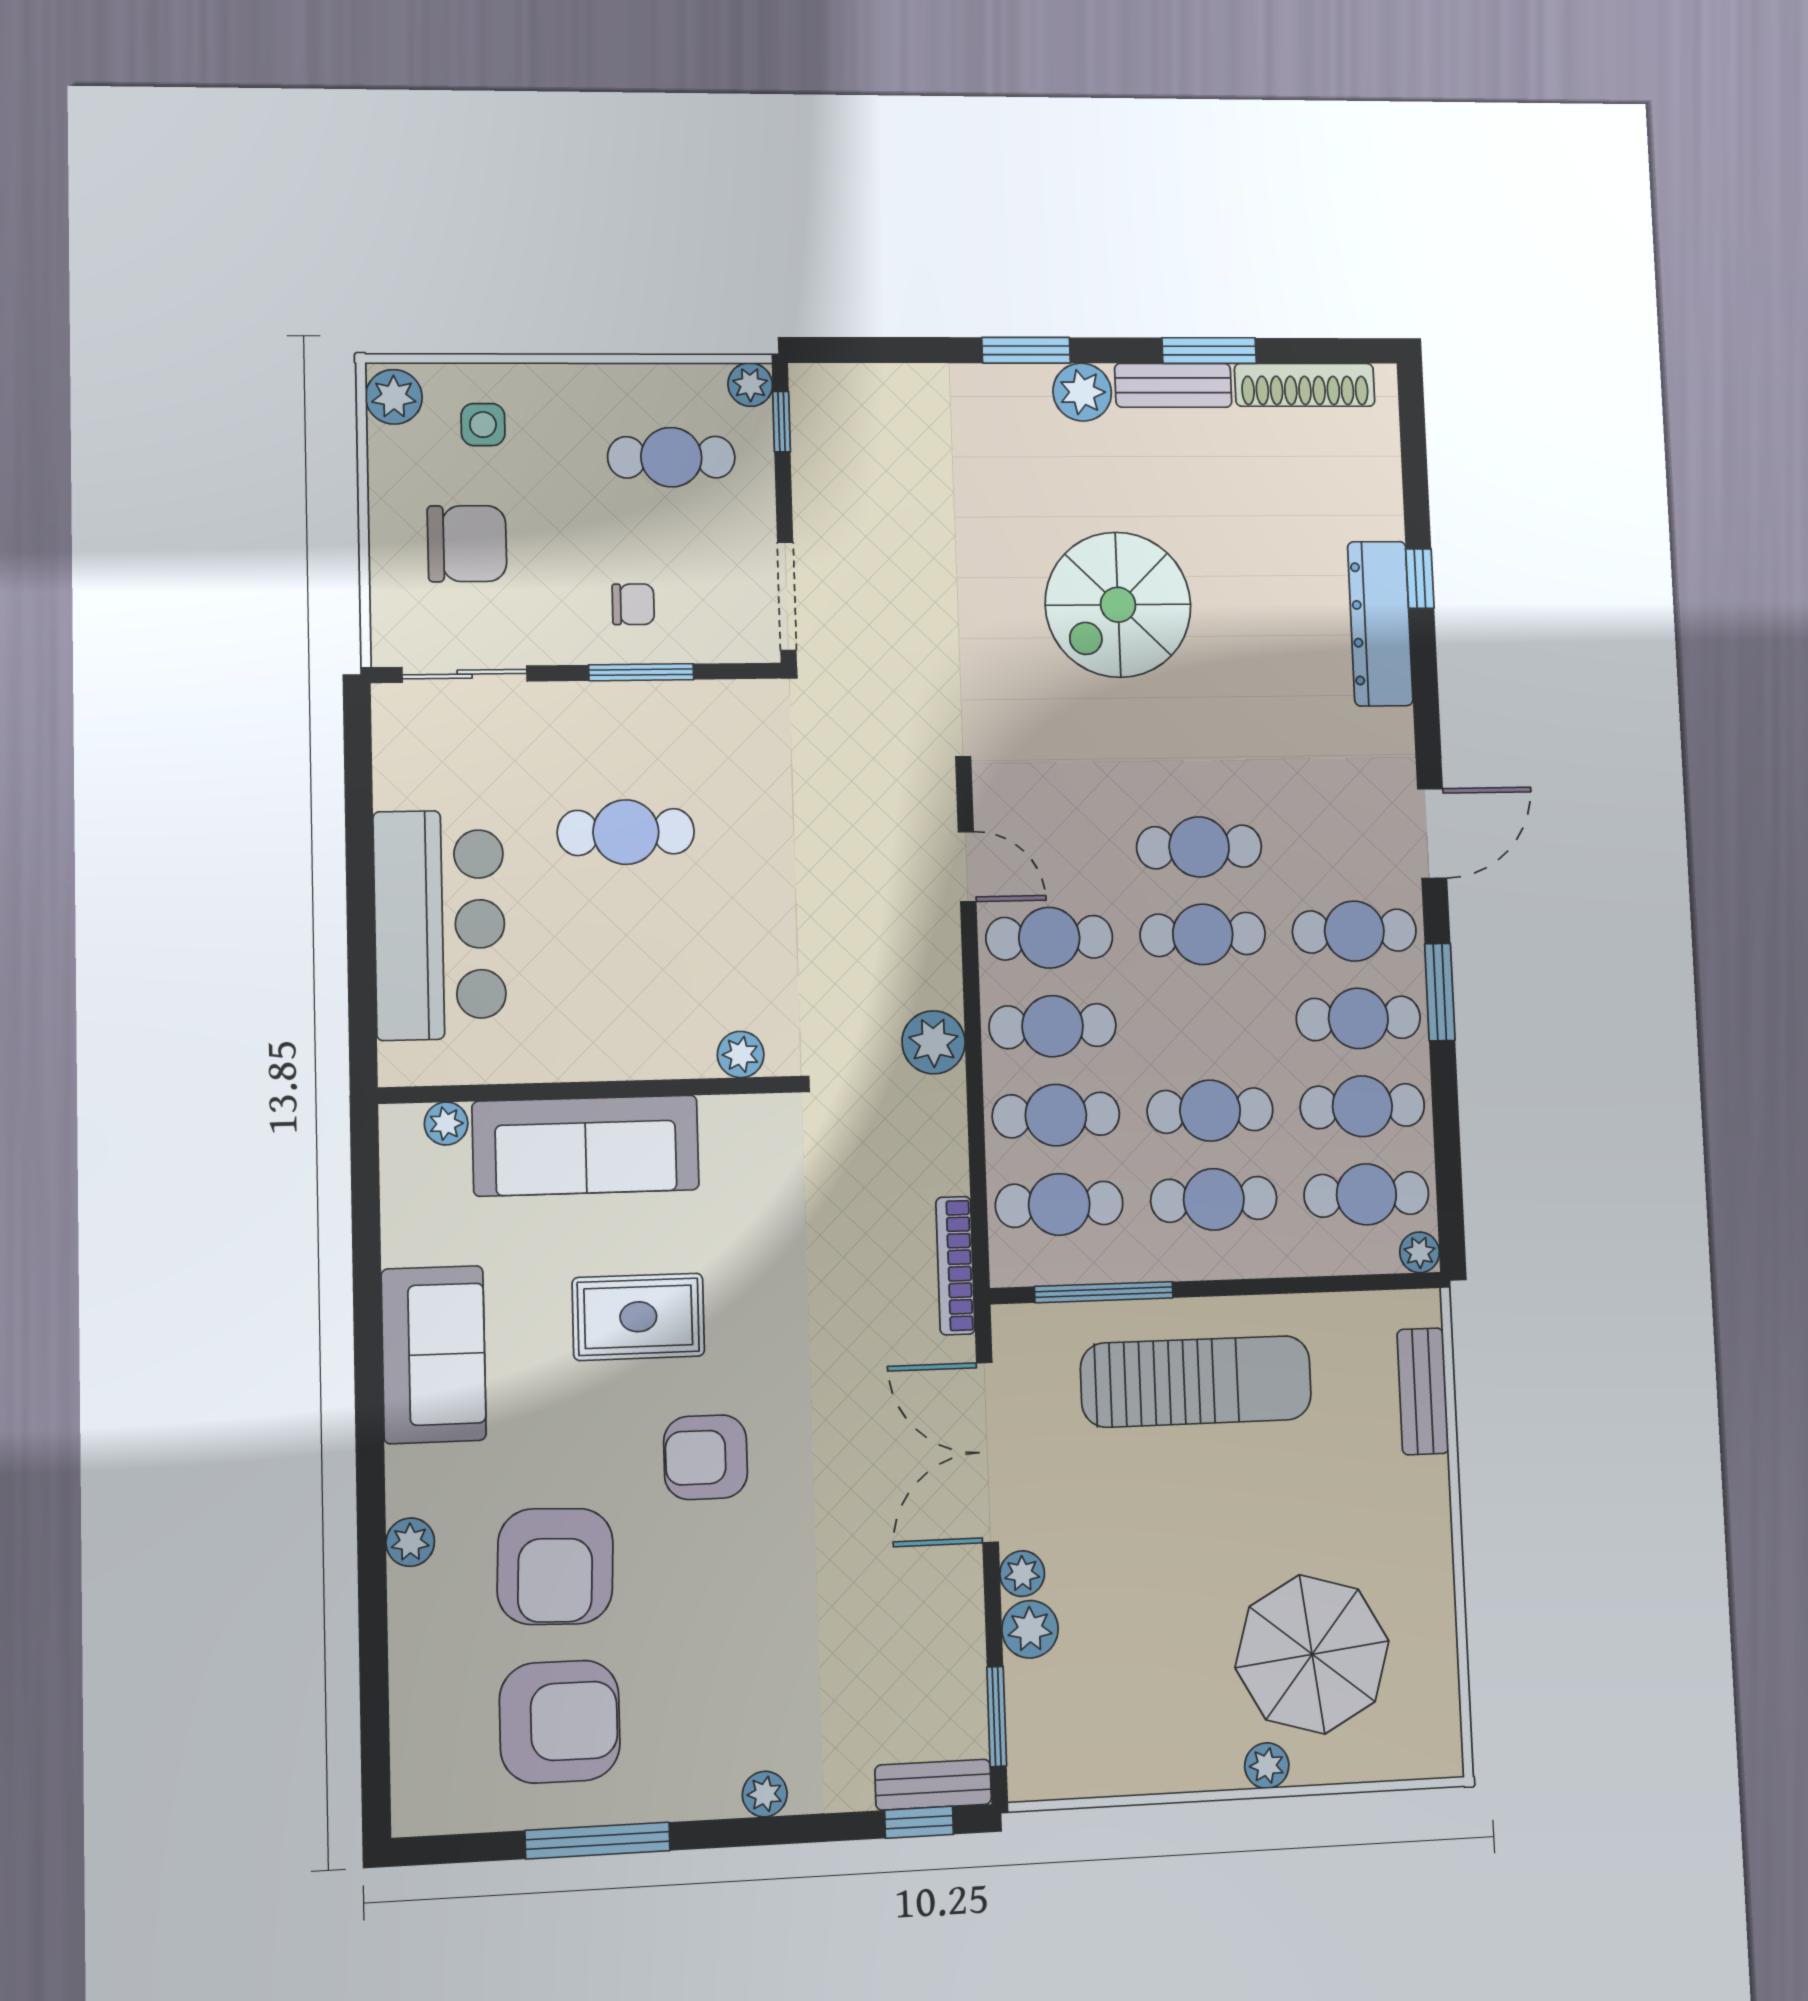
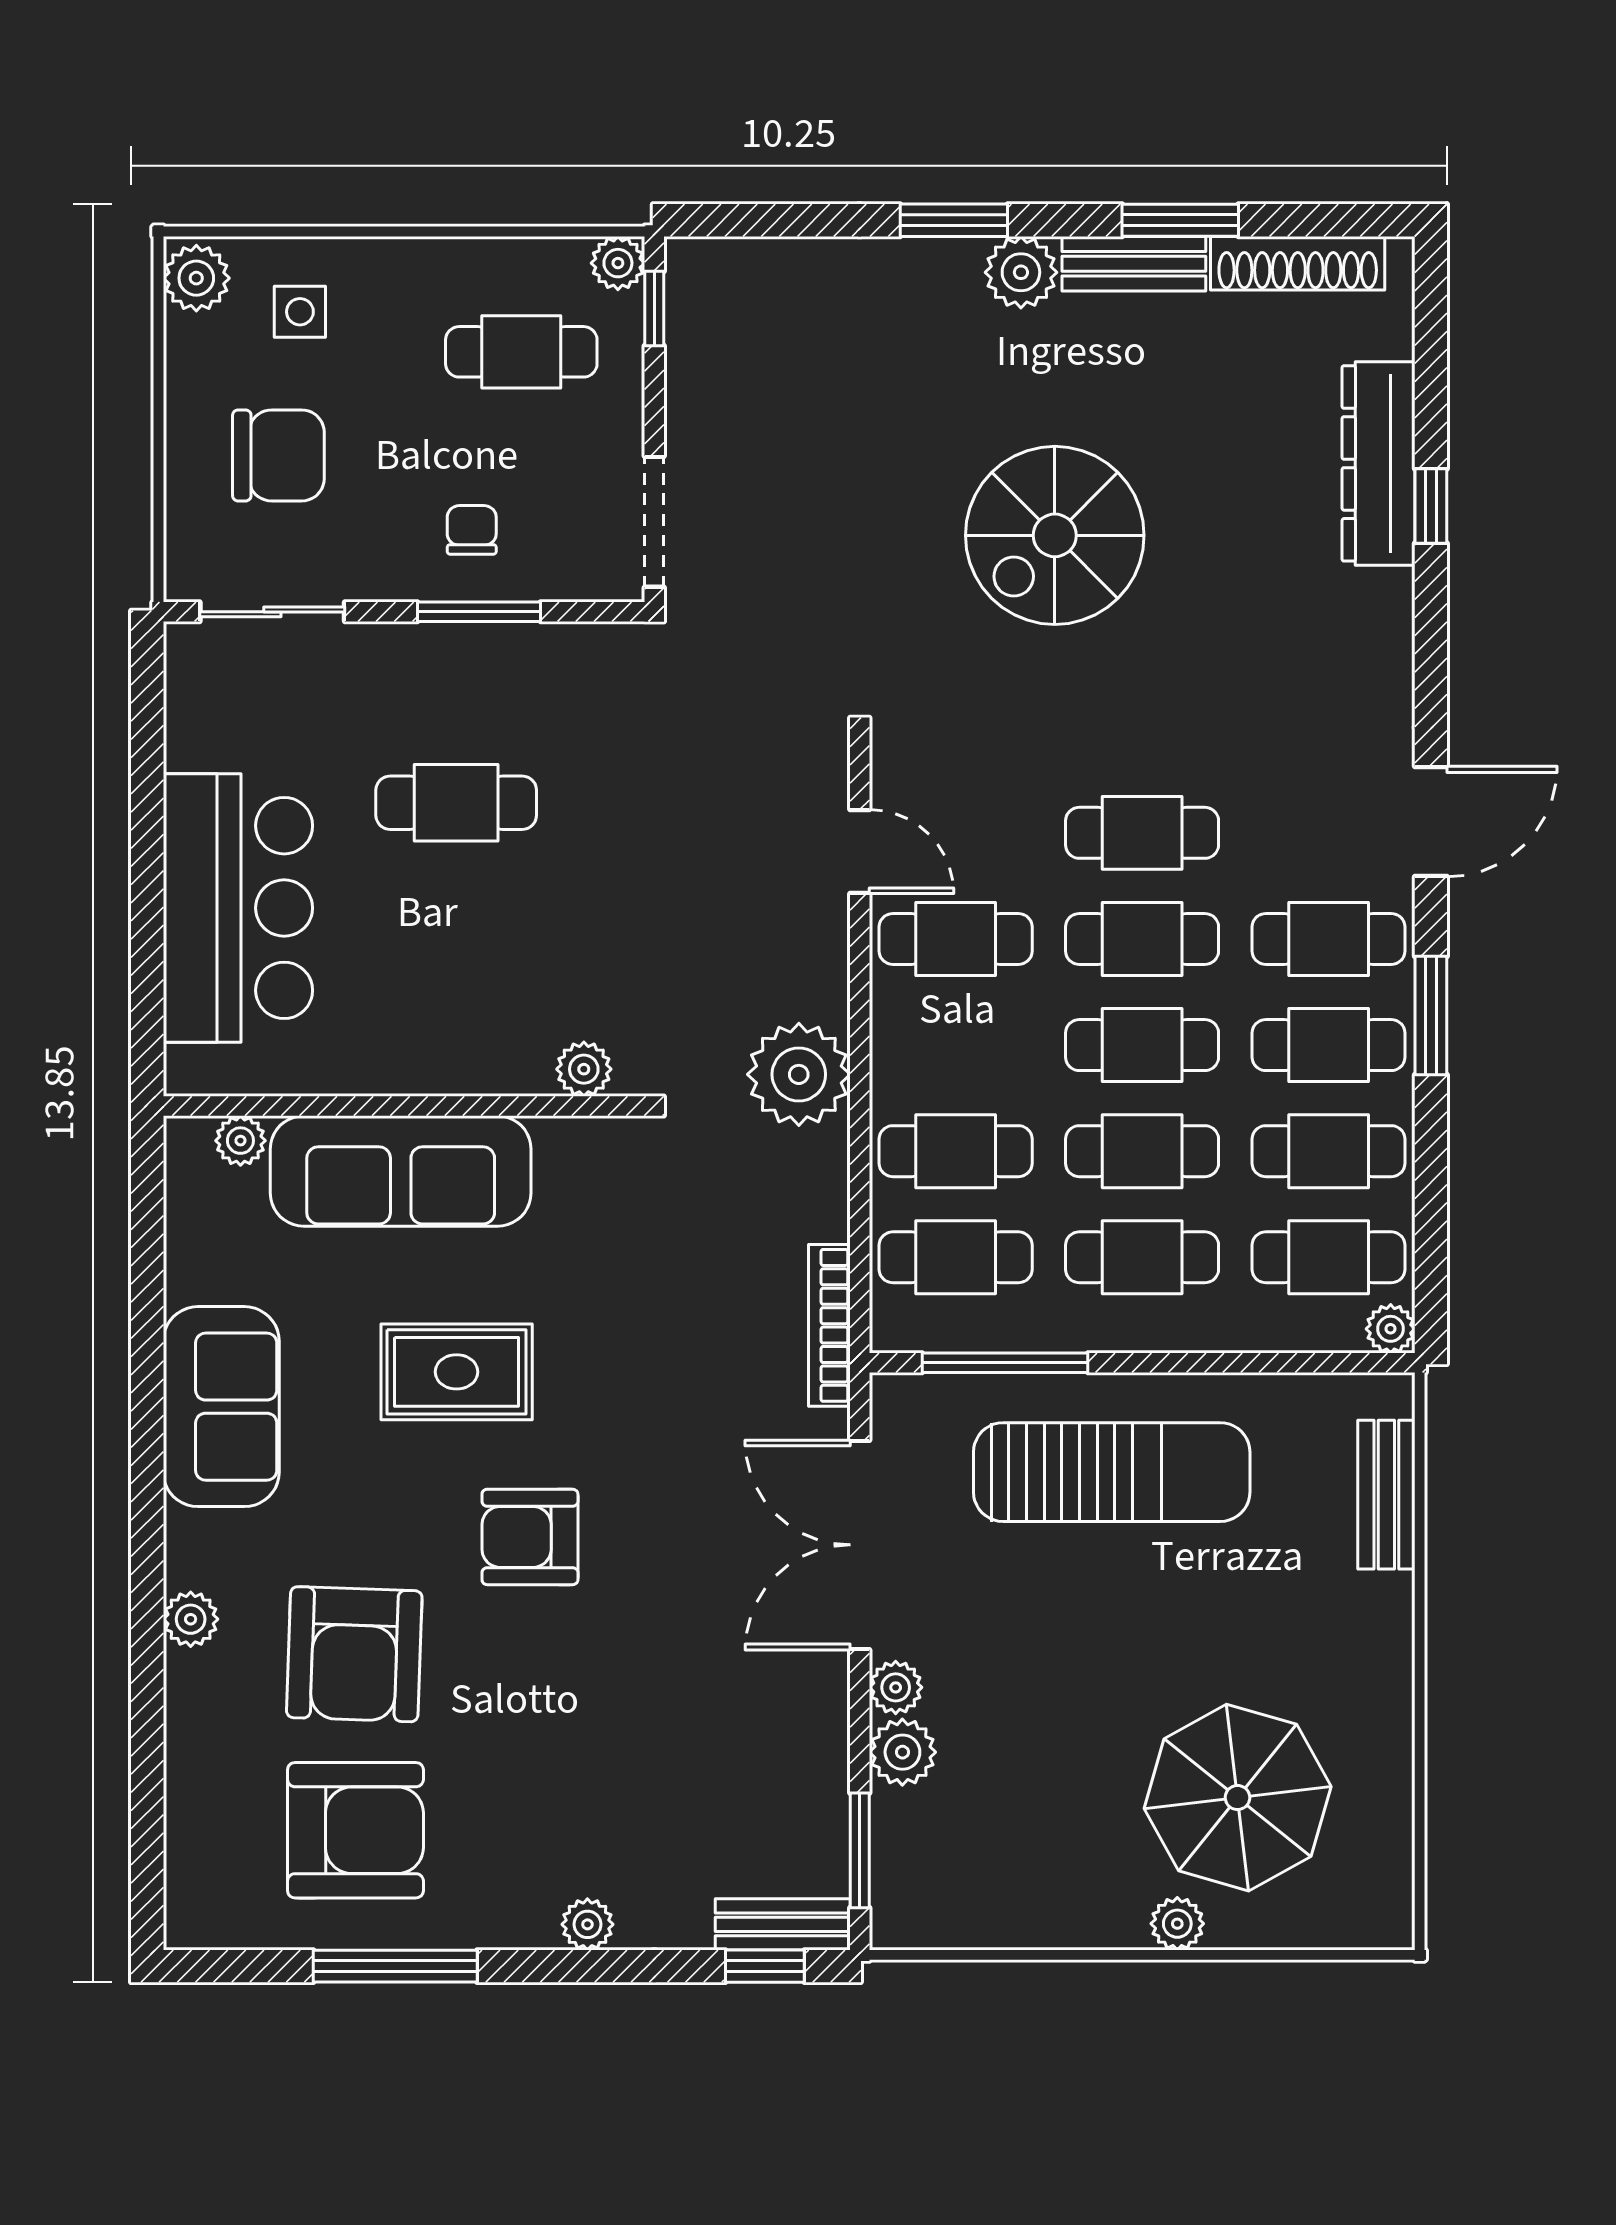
chair: (633, 604) -> (472, 530), turned -90
dresser: (1380, 624) -> (1379, 463), moved
cafe table: (1053, 1026) -> (1142, 1045), moved
plant: (934, 1042) -> (799, 1074), width x1.36, depth x1.36

